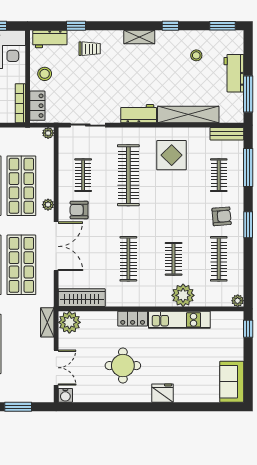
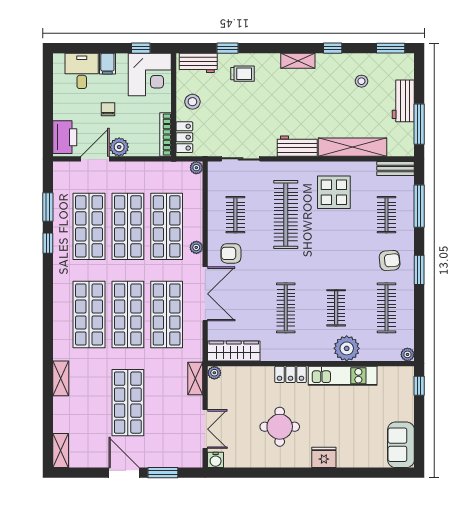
plant: (69, 322) -> (214, 373), width x0.53, depth x0.53

